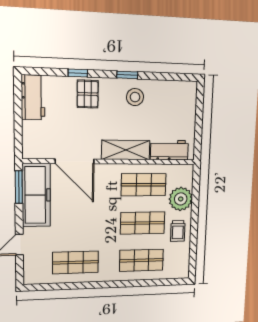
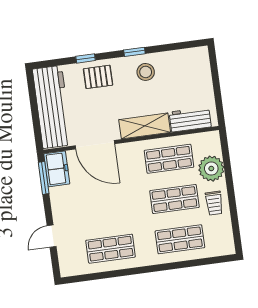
pallet: (88, 94) -> (98, 77), turned 90
workbench: (33, 97) -> (52, 107), width x1.88, depth x1.32
freezer: (36, 195) -> (57, 169), width x0.52, depth x0.79

